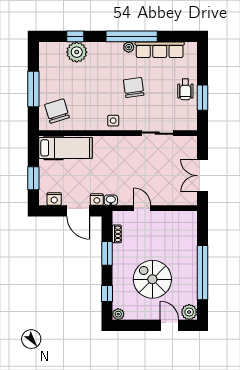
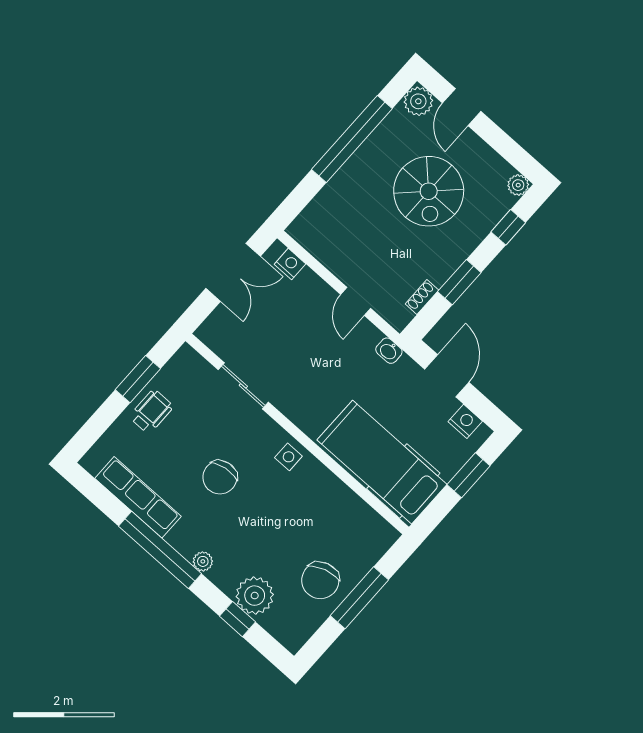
plant: (129, 47) -> (203, 561), moved
chair: (57, 111) -> (320, 580), moved
hospital bed: (66, 148) -> (382, 462), width x1.37, depth x1.29
nightstand: (97, 200) -> (290, 264), moved

